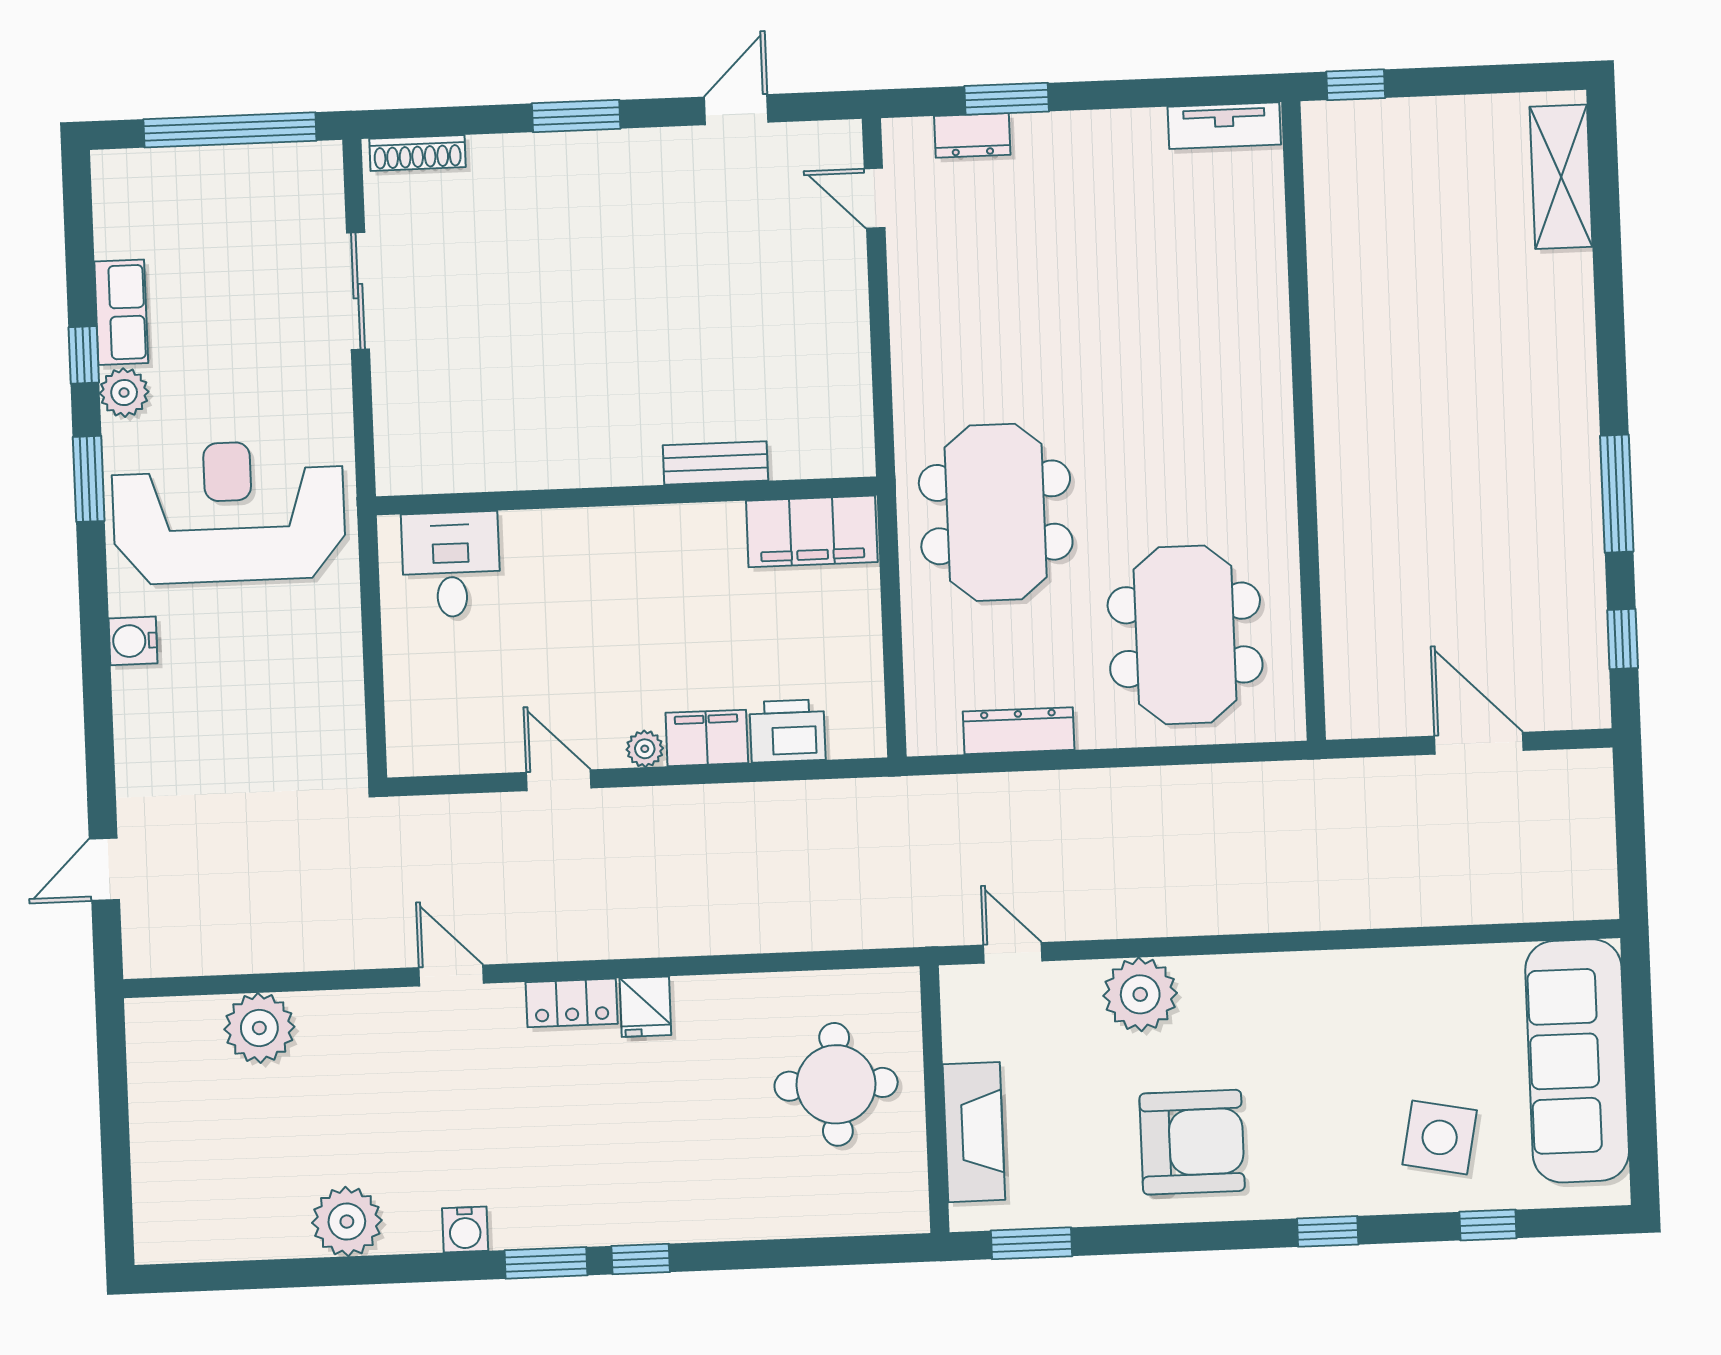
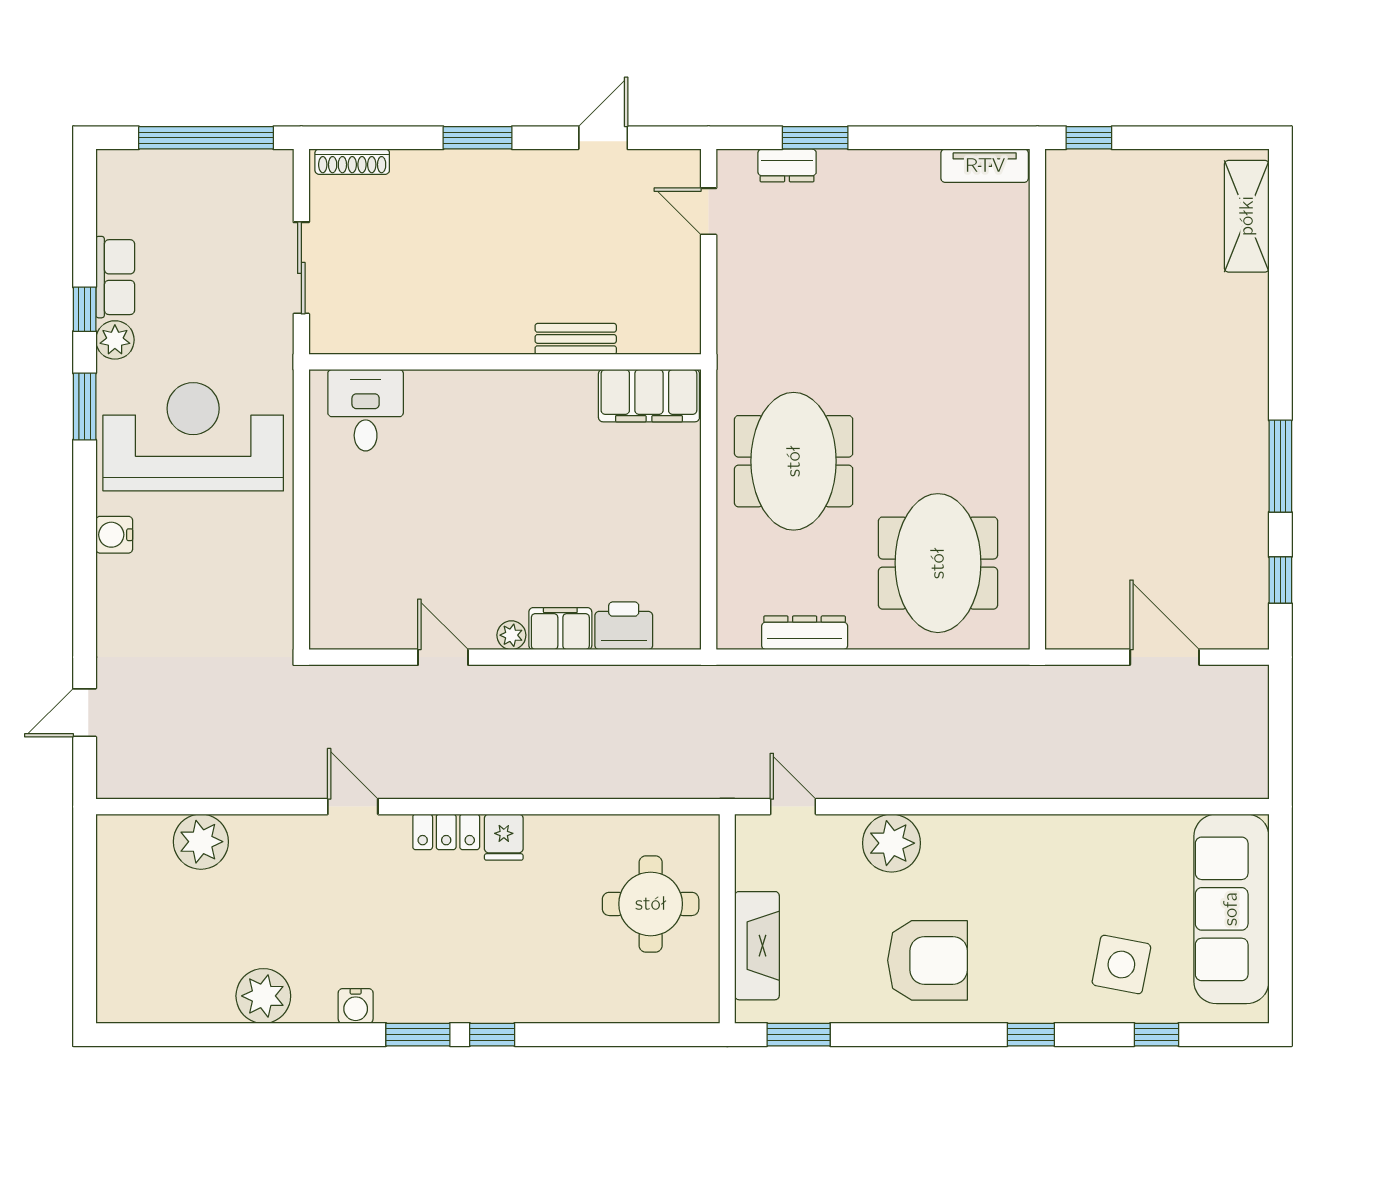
bench: (715, 463) -> (576, 339), moved
wall: (626, 496) -> (505, 362), moved
filing cabinet: (812, 531) -> (649, 396), moved
desk: (451, 565) -> (366, 410), moved

